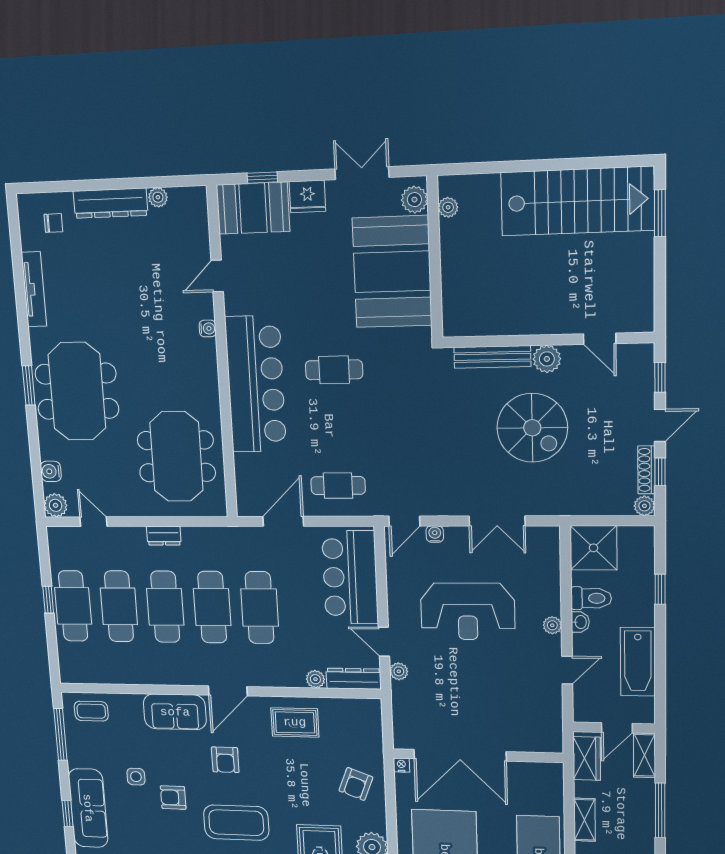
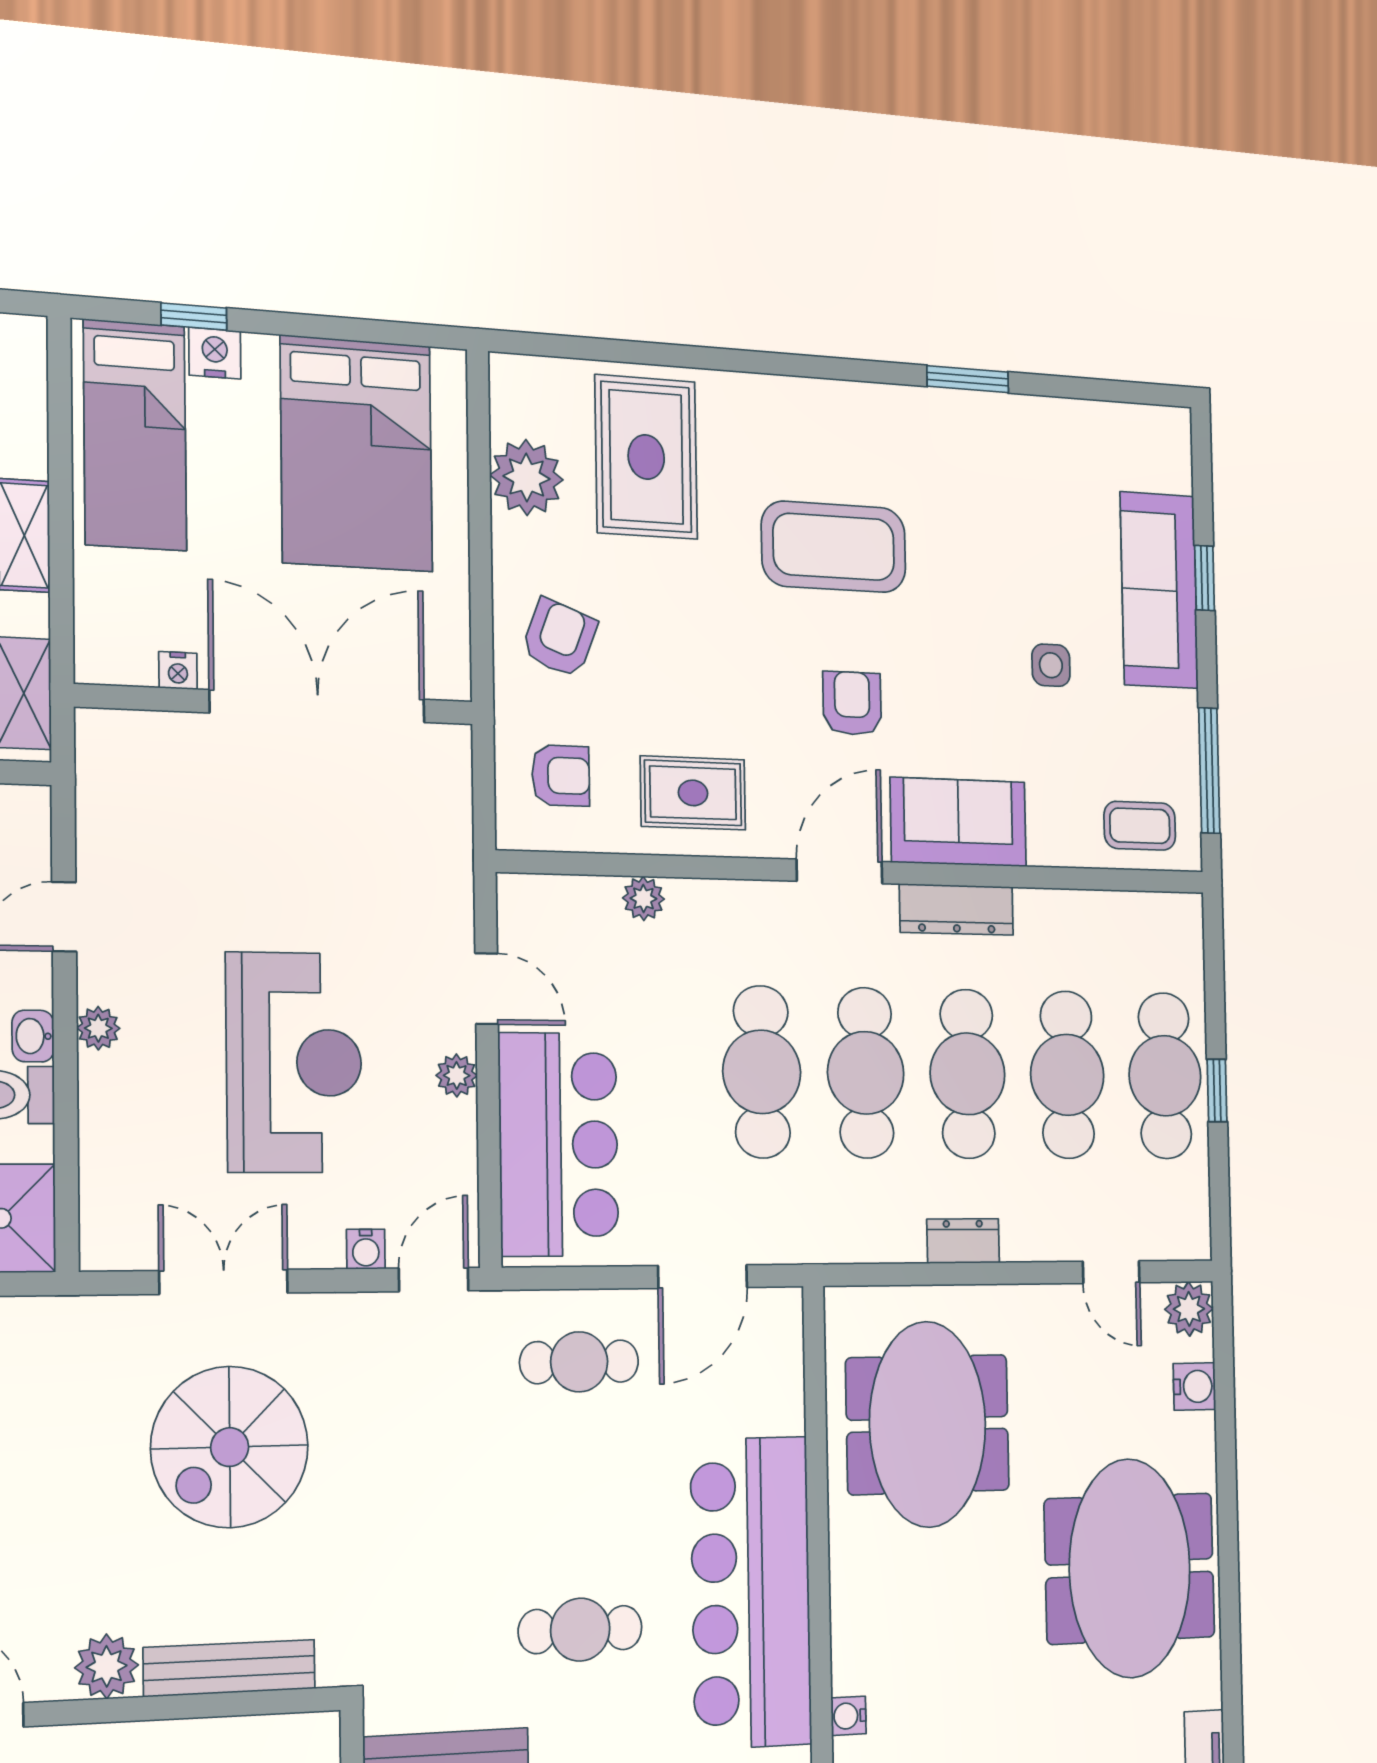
window: (29, 385) -> (1229, 1579), removed
spiral stairs: (532, 428) -> (230, 1447), moved, turned -90
reception desk: (468, 611) -> (294, 1063), turned 90
plant: (399, 671) -> (457, 1075), moved
dresser: (354, 679) -> (956, 910), moved
nightstand: (401, 765) -> (178, 670), moved
armchair: (173, 798) -> (561, 775), moved

